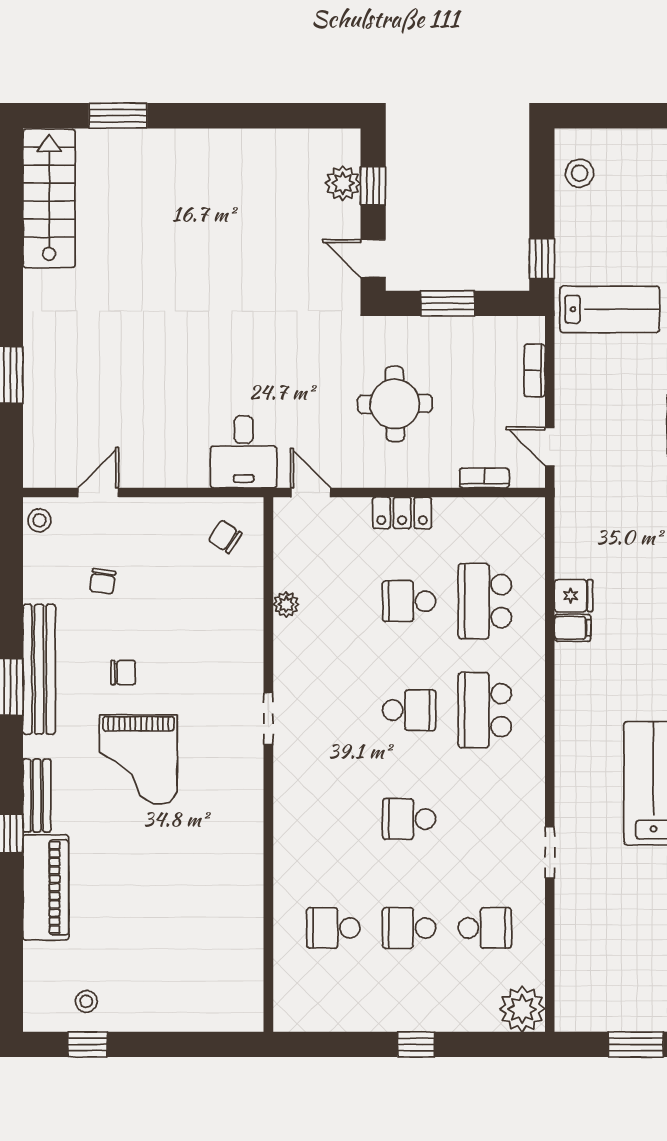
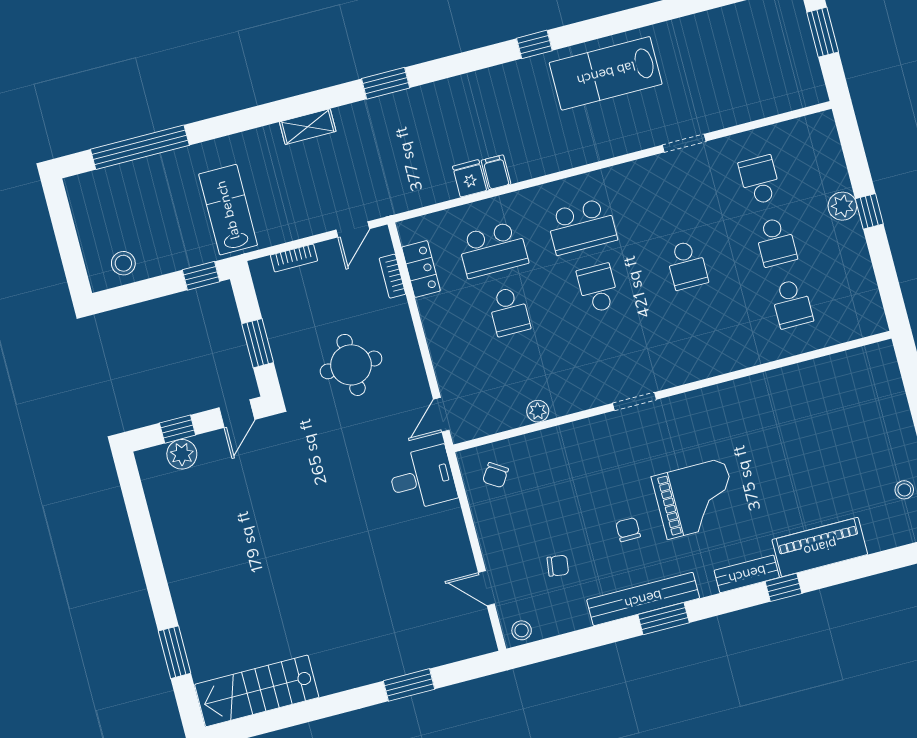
locker: (402, 513) -> (421, 269), moved
plant: (522, 1009) -> (842, 206), moved, width x0.73, depth x0.73

